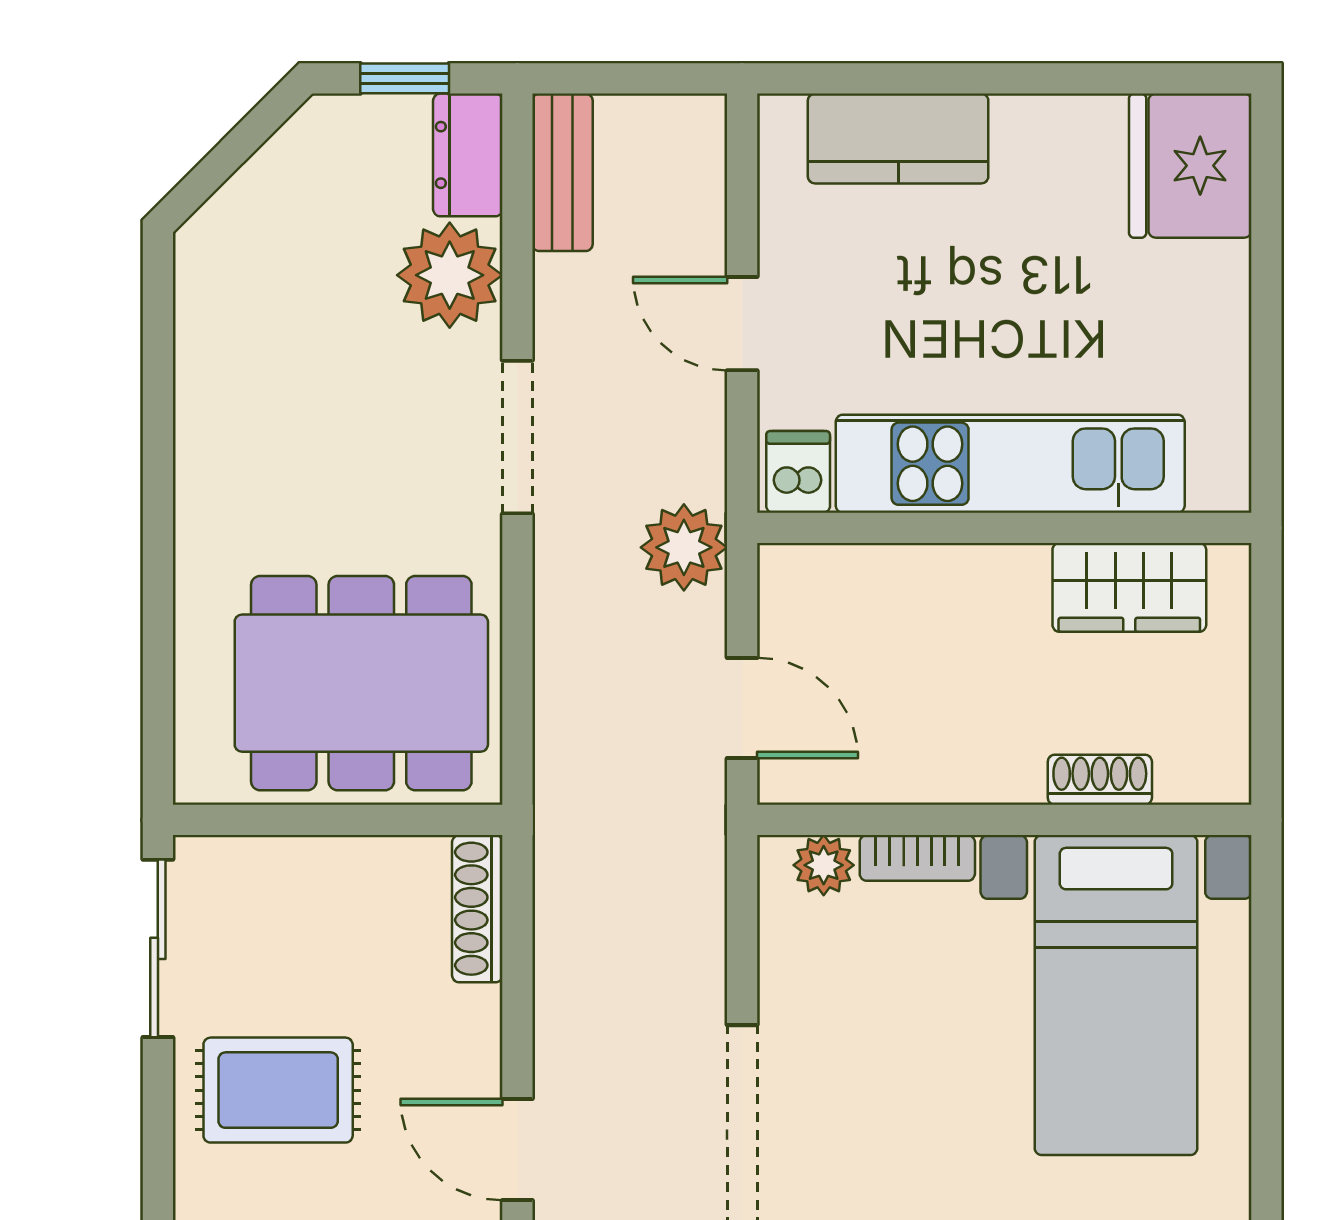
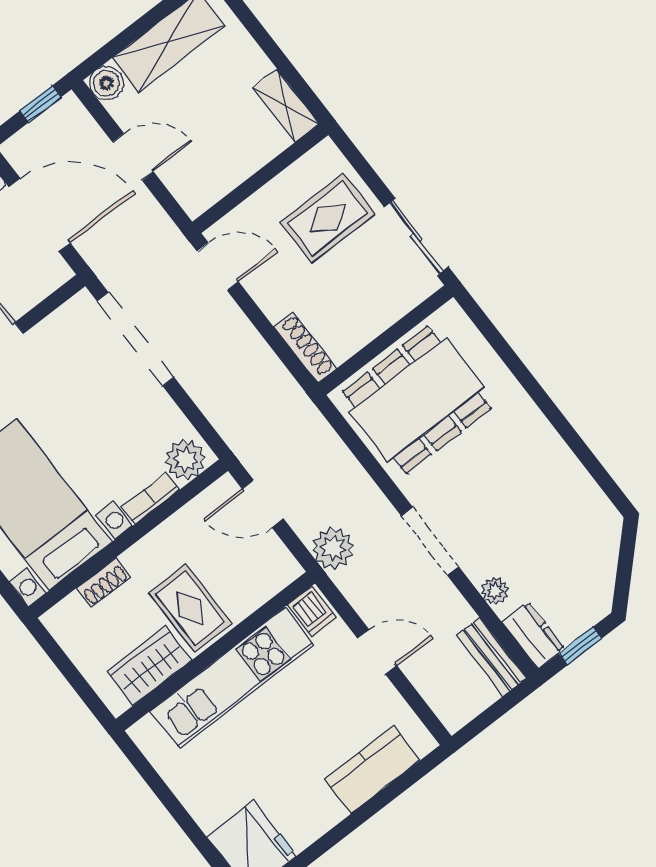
plant: (450, 275) -> (495, 591), width x0.53, depth x0.53
rug: (991, 630) -> (190, 608), added
plant: (824, 865) -> (185, 460), width x1.38, depth x1.38

